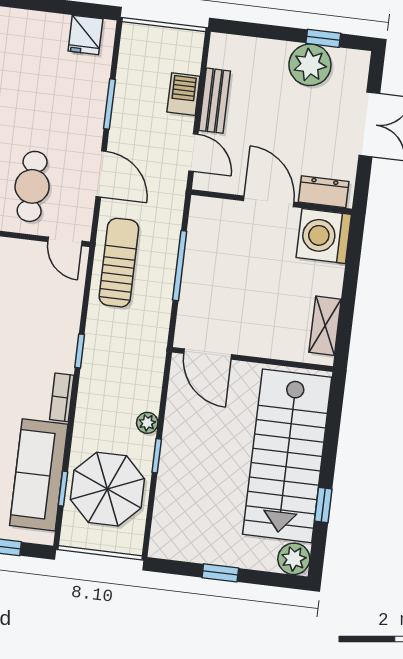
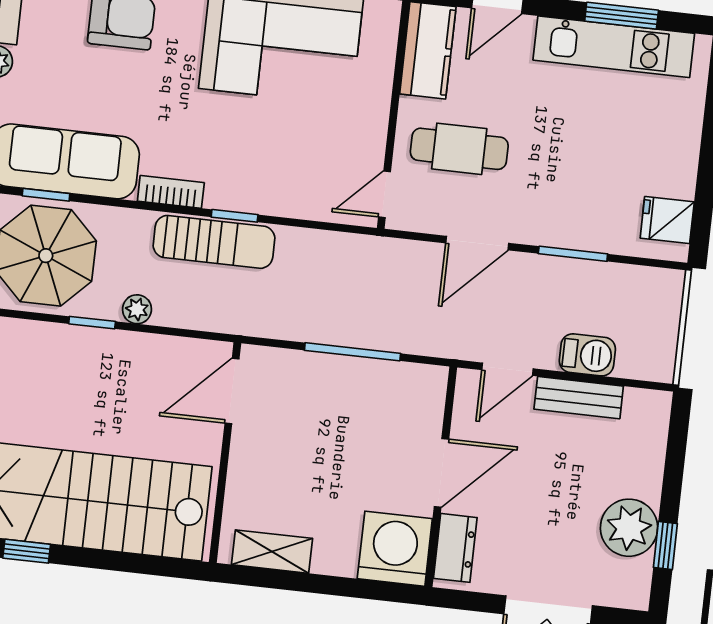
sun lounger: (119, 263) -> (214, 242), moved

